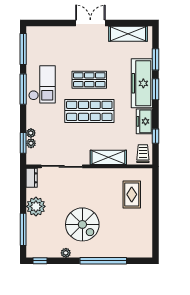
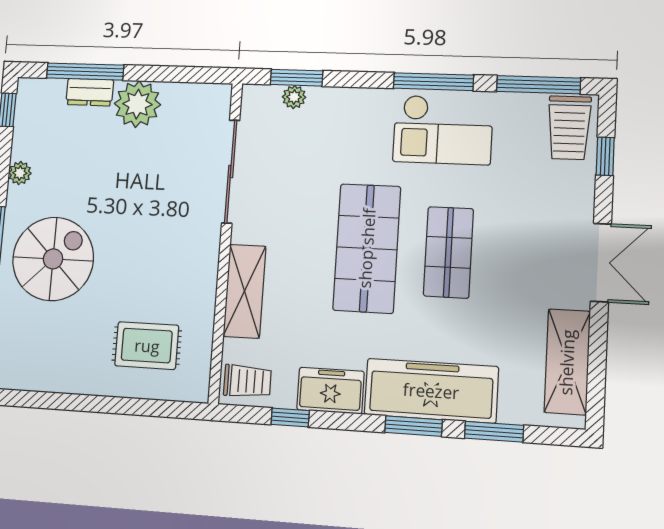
window: (50, 23) -> (605, 156), added
trolley: (40, 37) -> (569, 128), added
plant: (31, 133) -> (320, 97), removed
dresser: (32, 178) -> (90, 92), moved
spiral stairs: (82, 224) -> (53, 259), moved, turned 180

